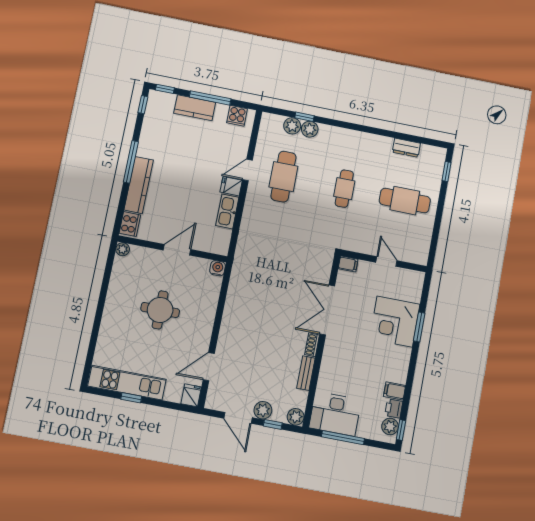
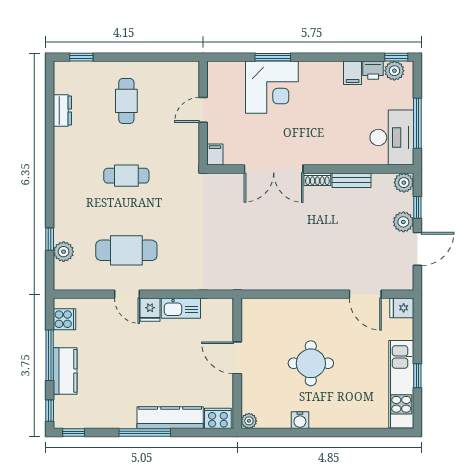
plant: (310, 129) -> (63, 230), removed
cafe table: (405, 201) -> (126, 101), width x0.73, depth x0.74
water cooler: (218, 268) -> (300, 420), moved, turned -90

